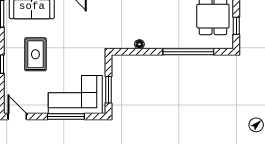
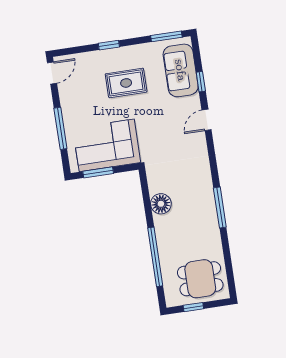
floor lamp: (139, 44) -> (161, 204), width x1.89, depth x1.89
corner sofa: (75, 94) -> (107, 145), moved, turned -90

